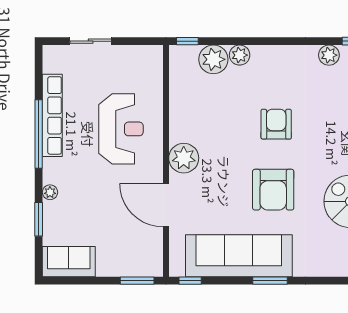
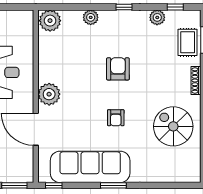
window: (187, 41) -> (124, 7), moved
plant: (213, 59) -> (50, 21), moved
armchair: (273, 190) -> (116, 118), width x0.53, depth x0.53

